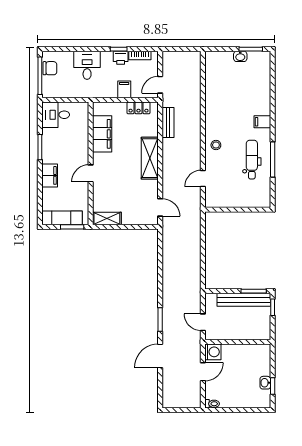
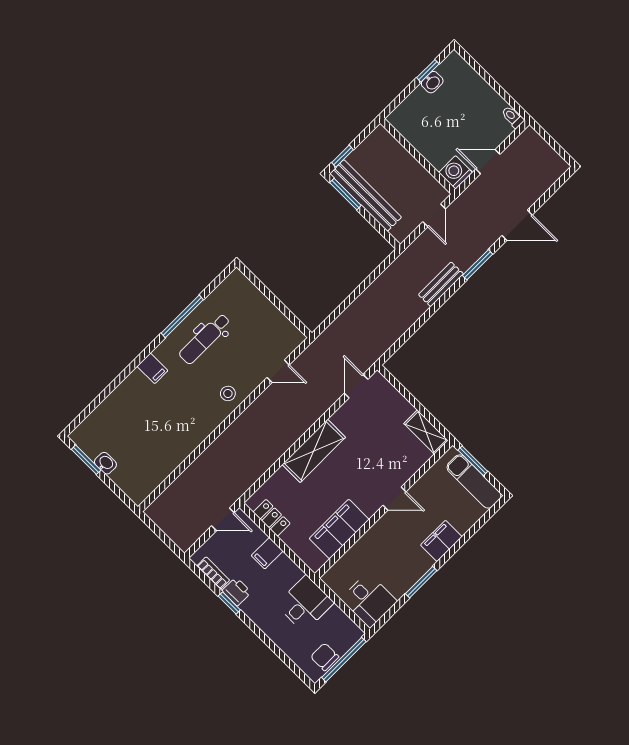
desk: (87, 65) -> (305, 604), moved, turned 180
bench: (168, 122) -> (441, 284), moved

